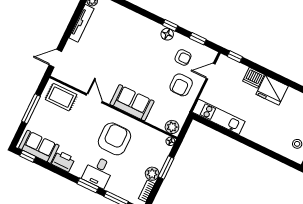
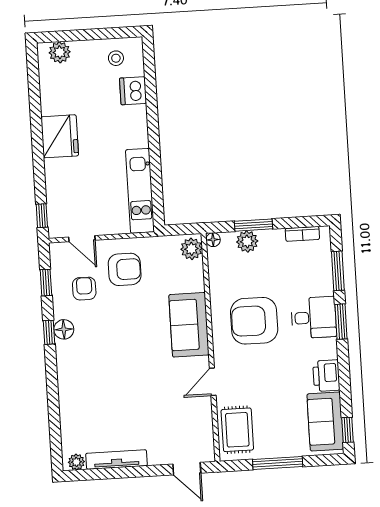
dishwasher: (254, 78) -> (133, 91), moved, turned 180
plant: (152, 174) -> (247, 241), moved

